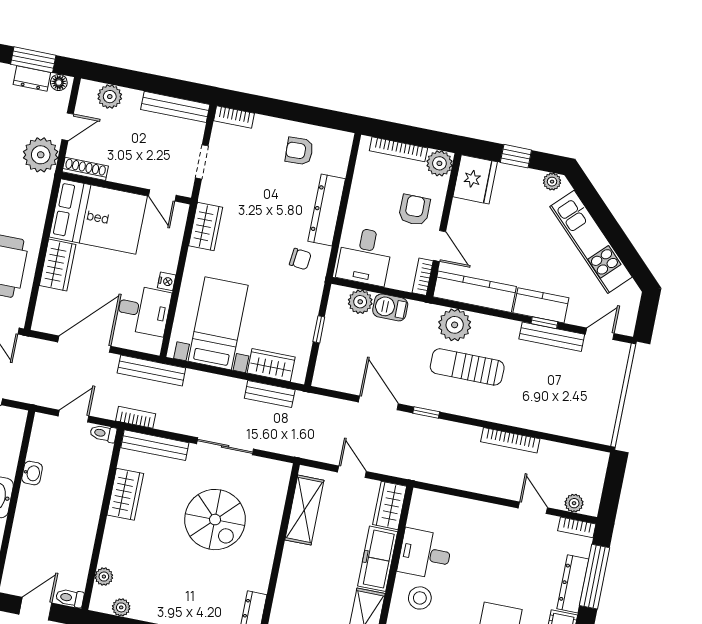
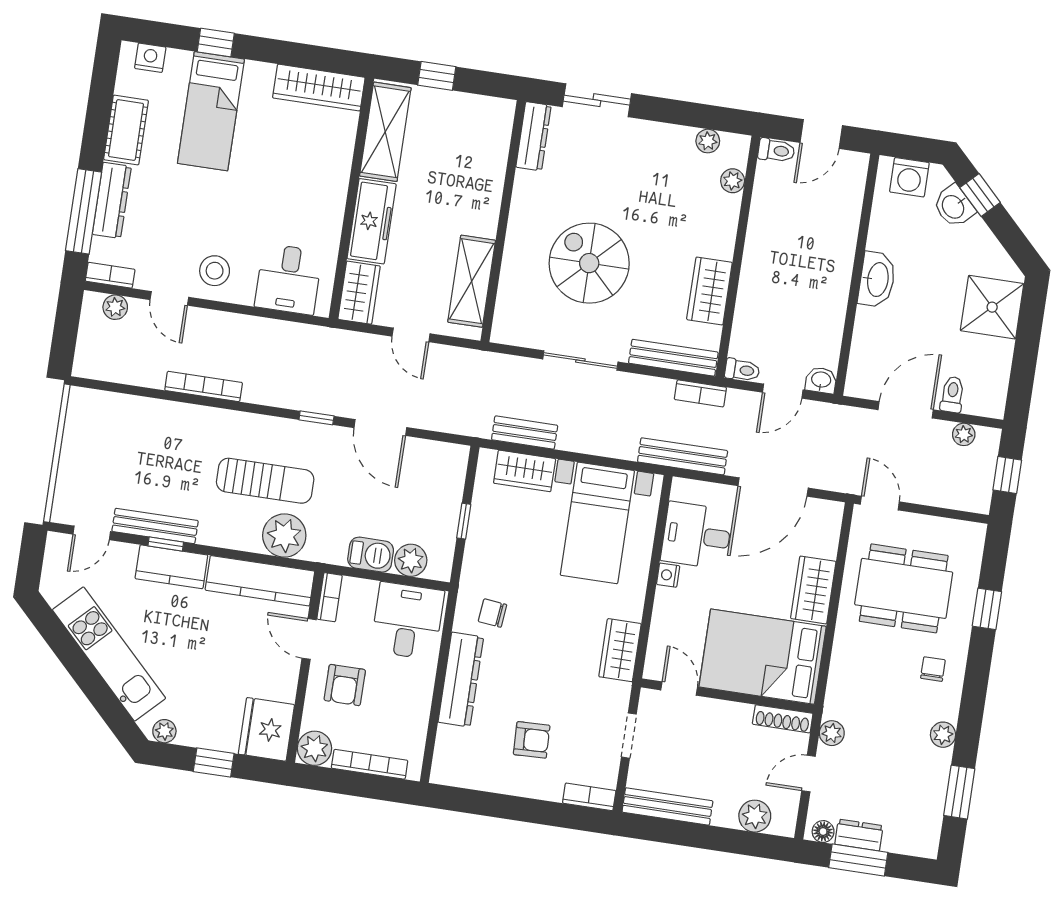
armchair: (299, 151) -> (532, 740), moved
plant: (41, 155) -> (832, 733), width x0.53, depth x0.53
washbasin: (32, 473) -> (821, 380), moved, turned 90
desk: (425, 554) -> (288, 279), moved, turned 90
stool: (420, 598) -> (215, 271), moved

